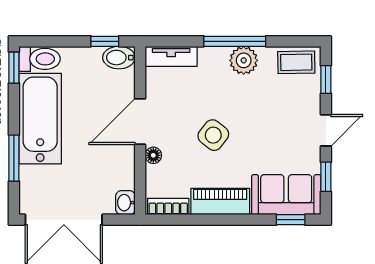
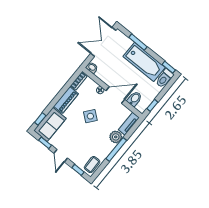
bidet: (119, 58) -> (135, 99), moved
plant: (244, 60) -> (116, 137), moved
door: (140, 122) -> (115, 95), hinge flipped

